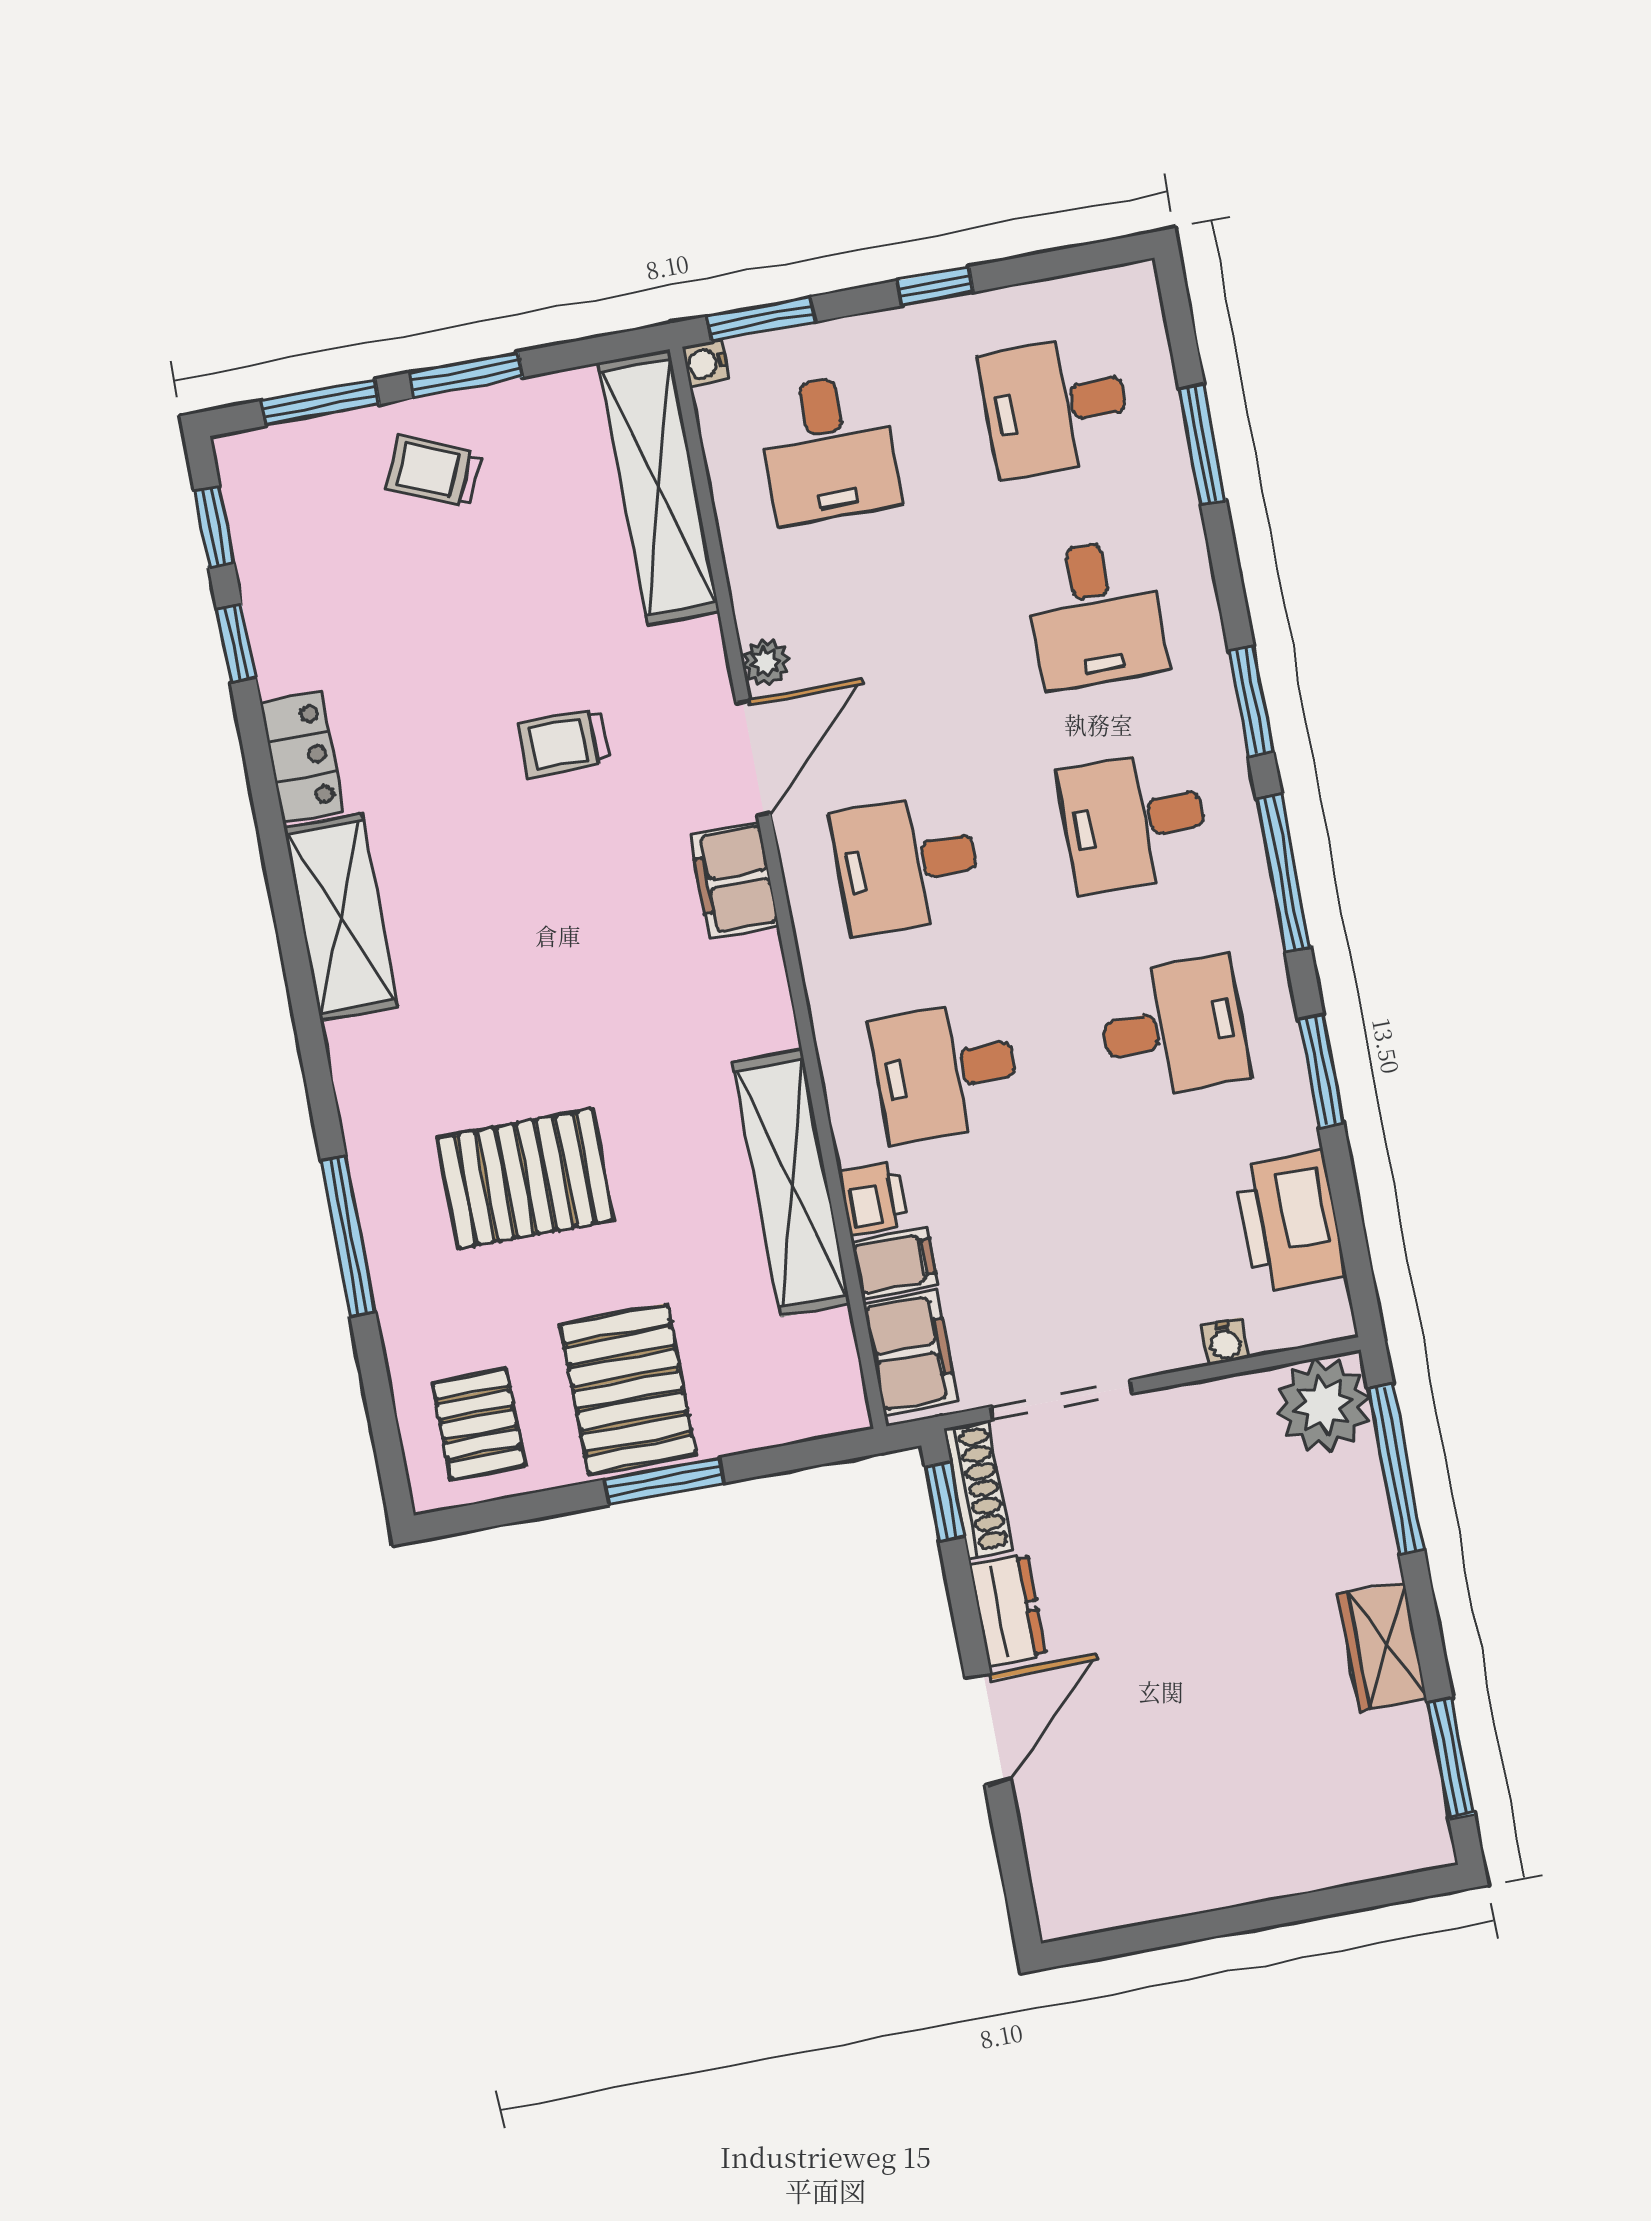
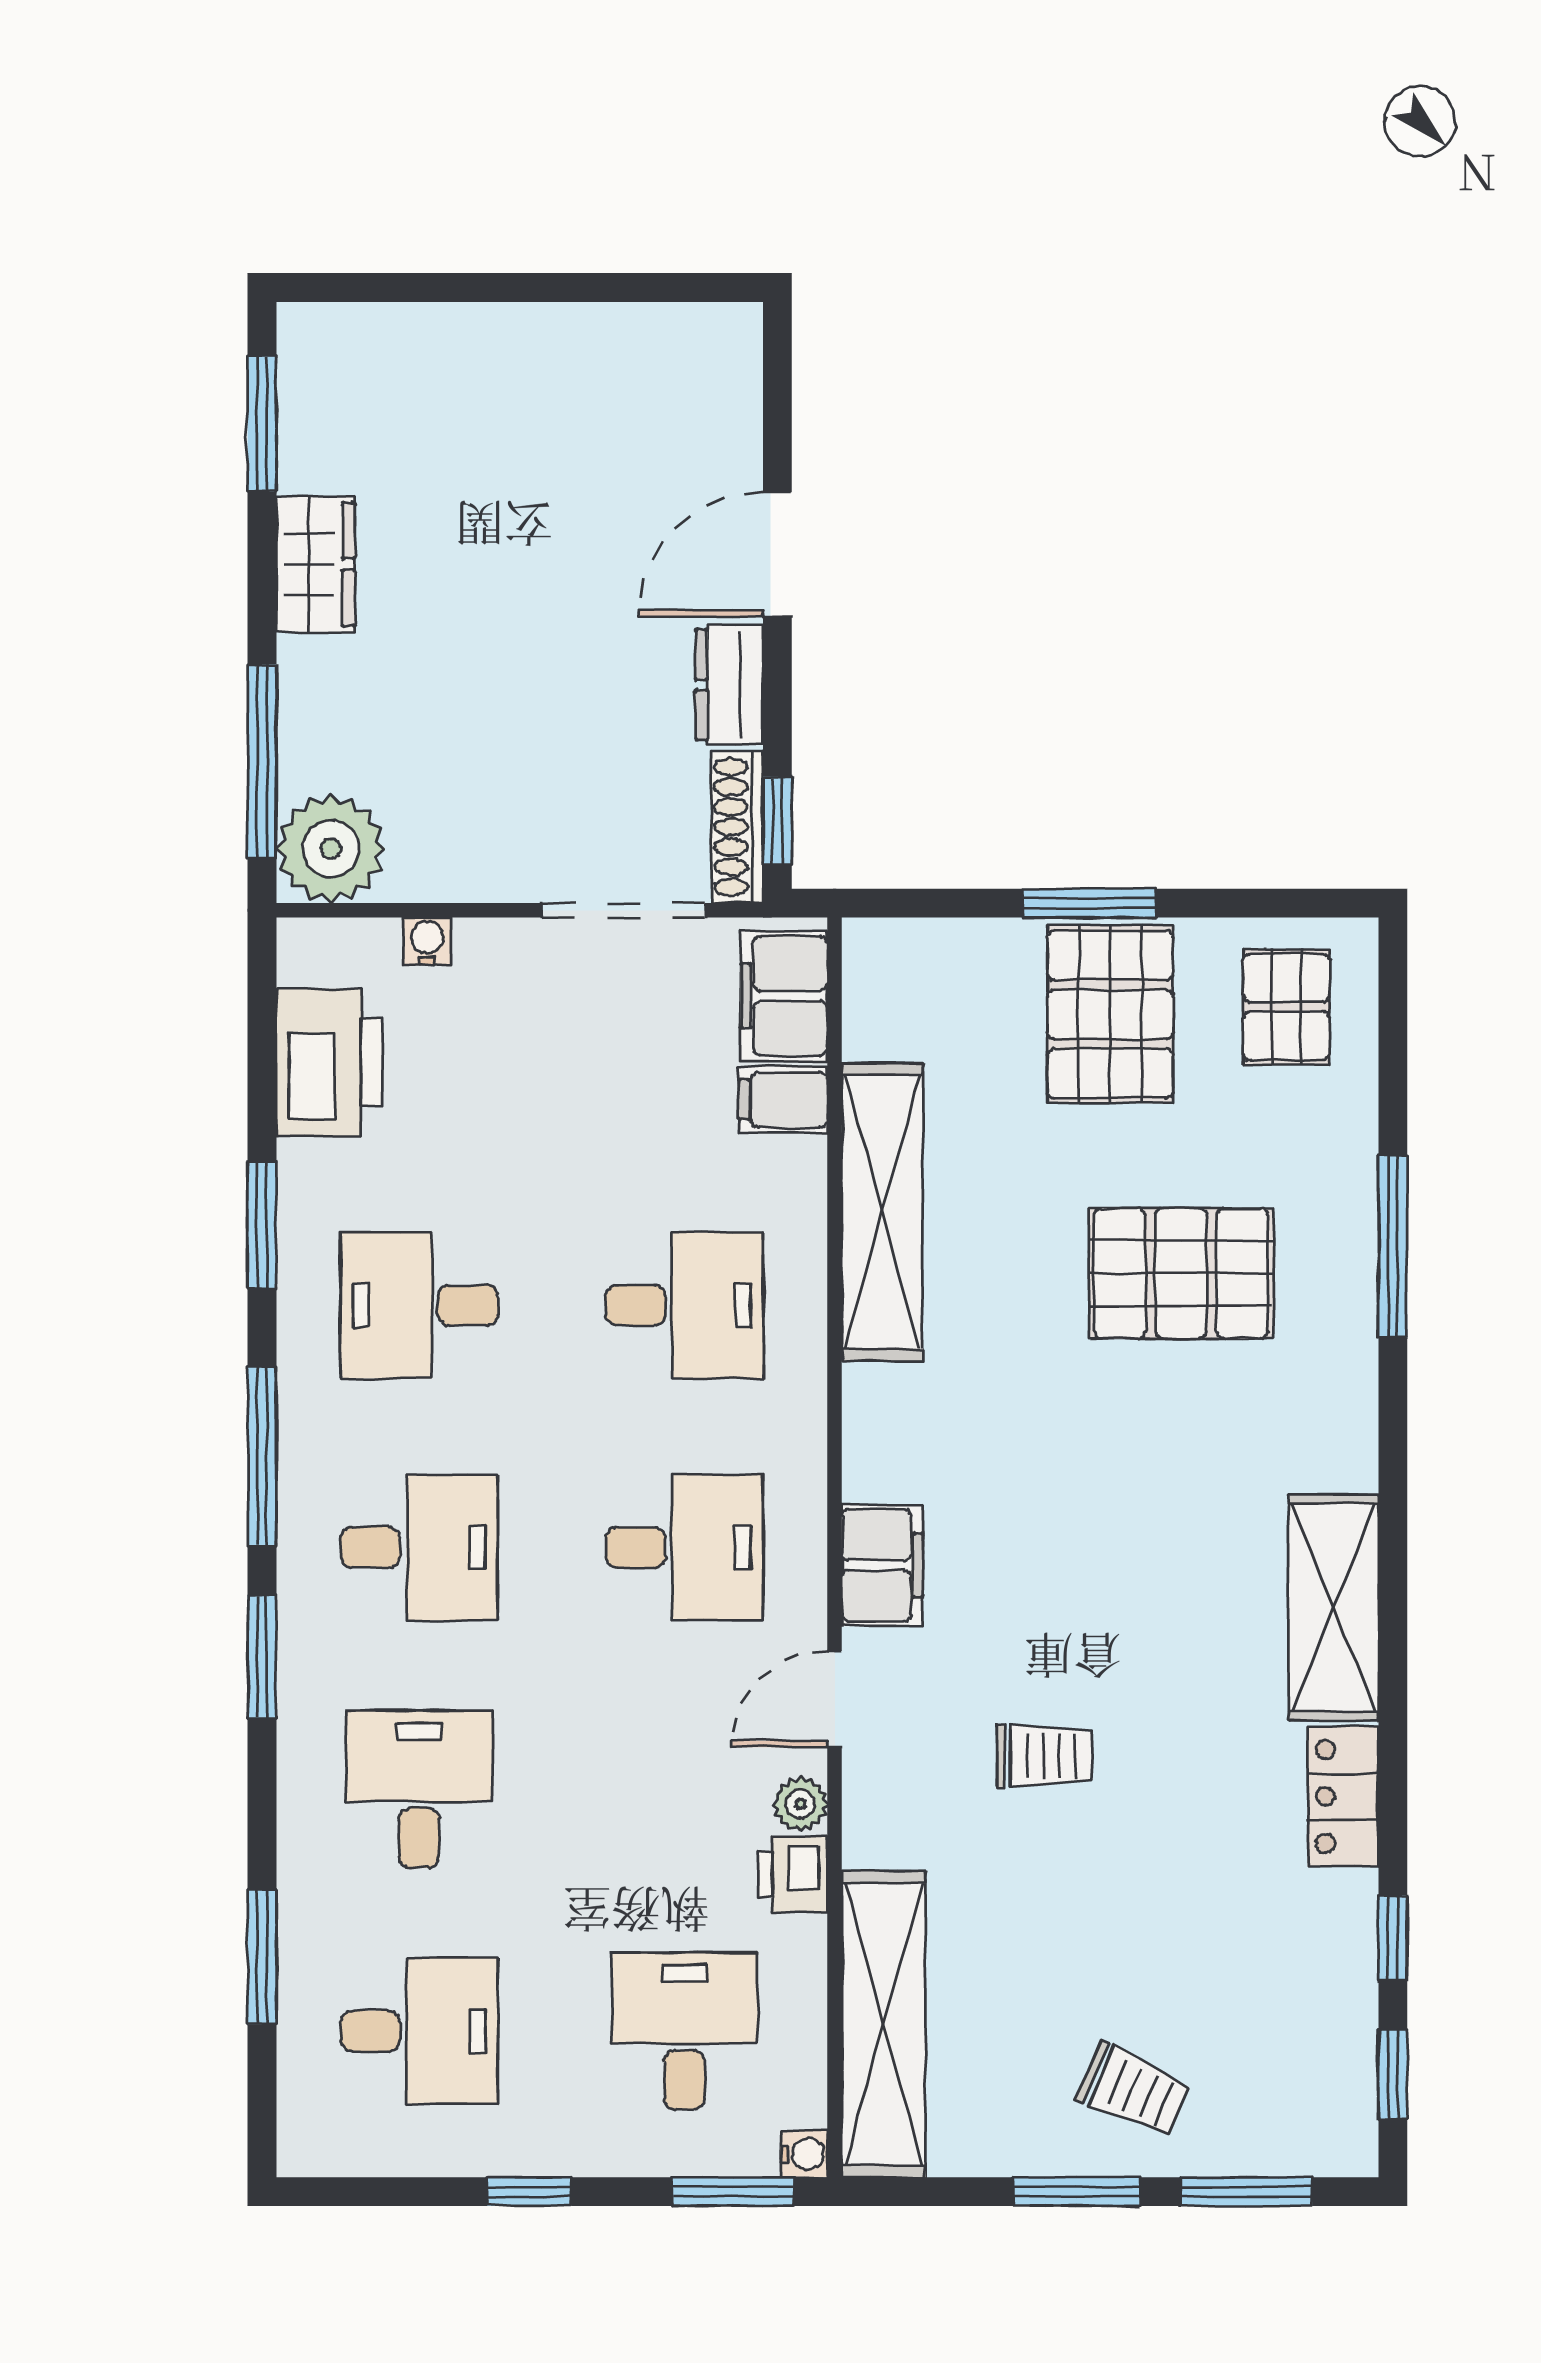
door: (753, 758) -> (835, 1699), width x0.73
printer: (874, 1199) -> (793, 1875), moved

